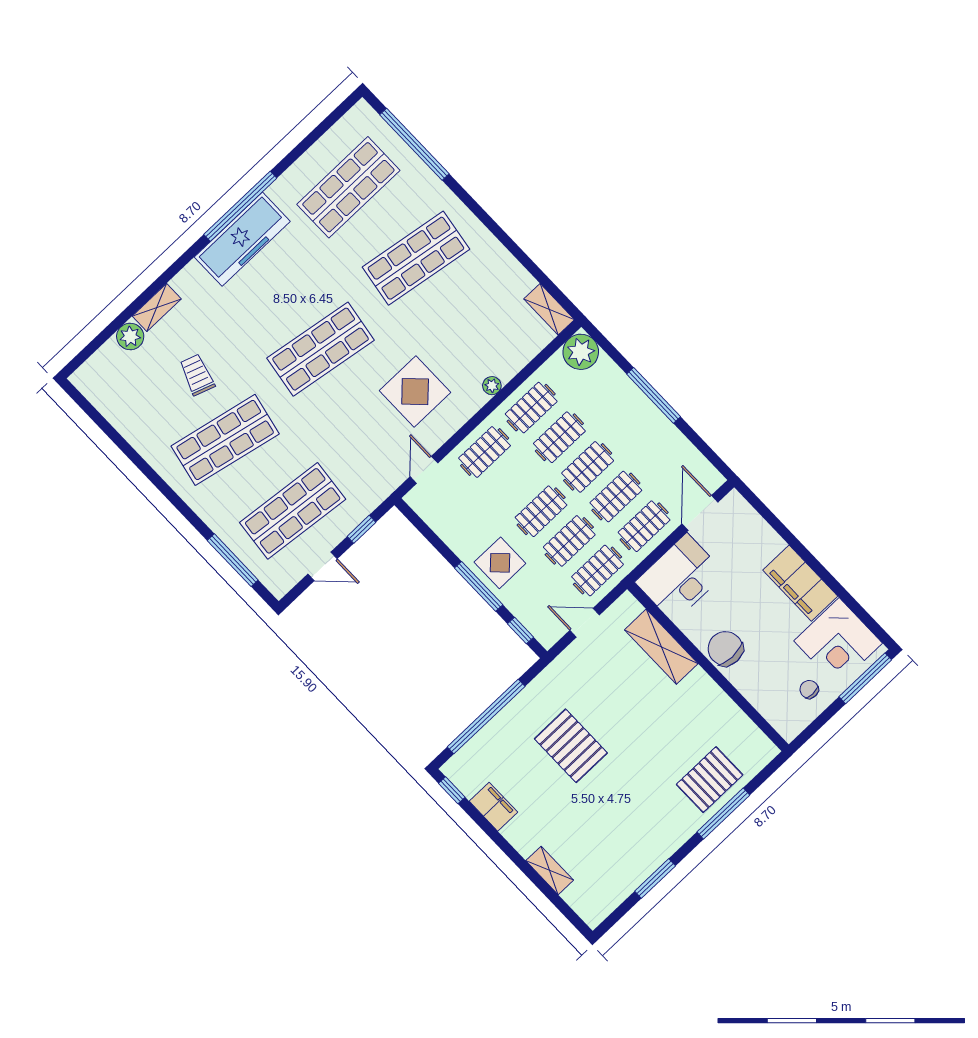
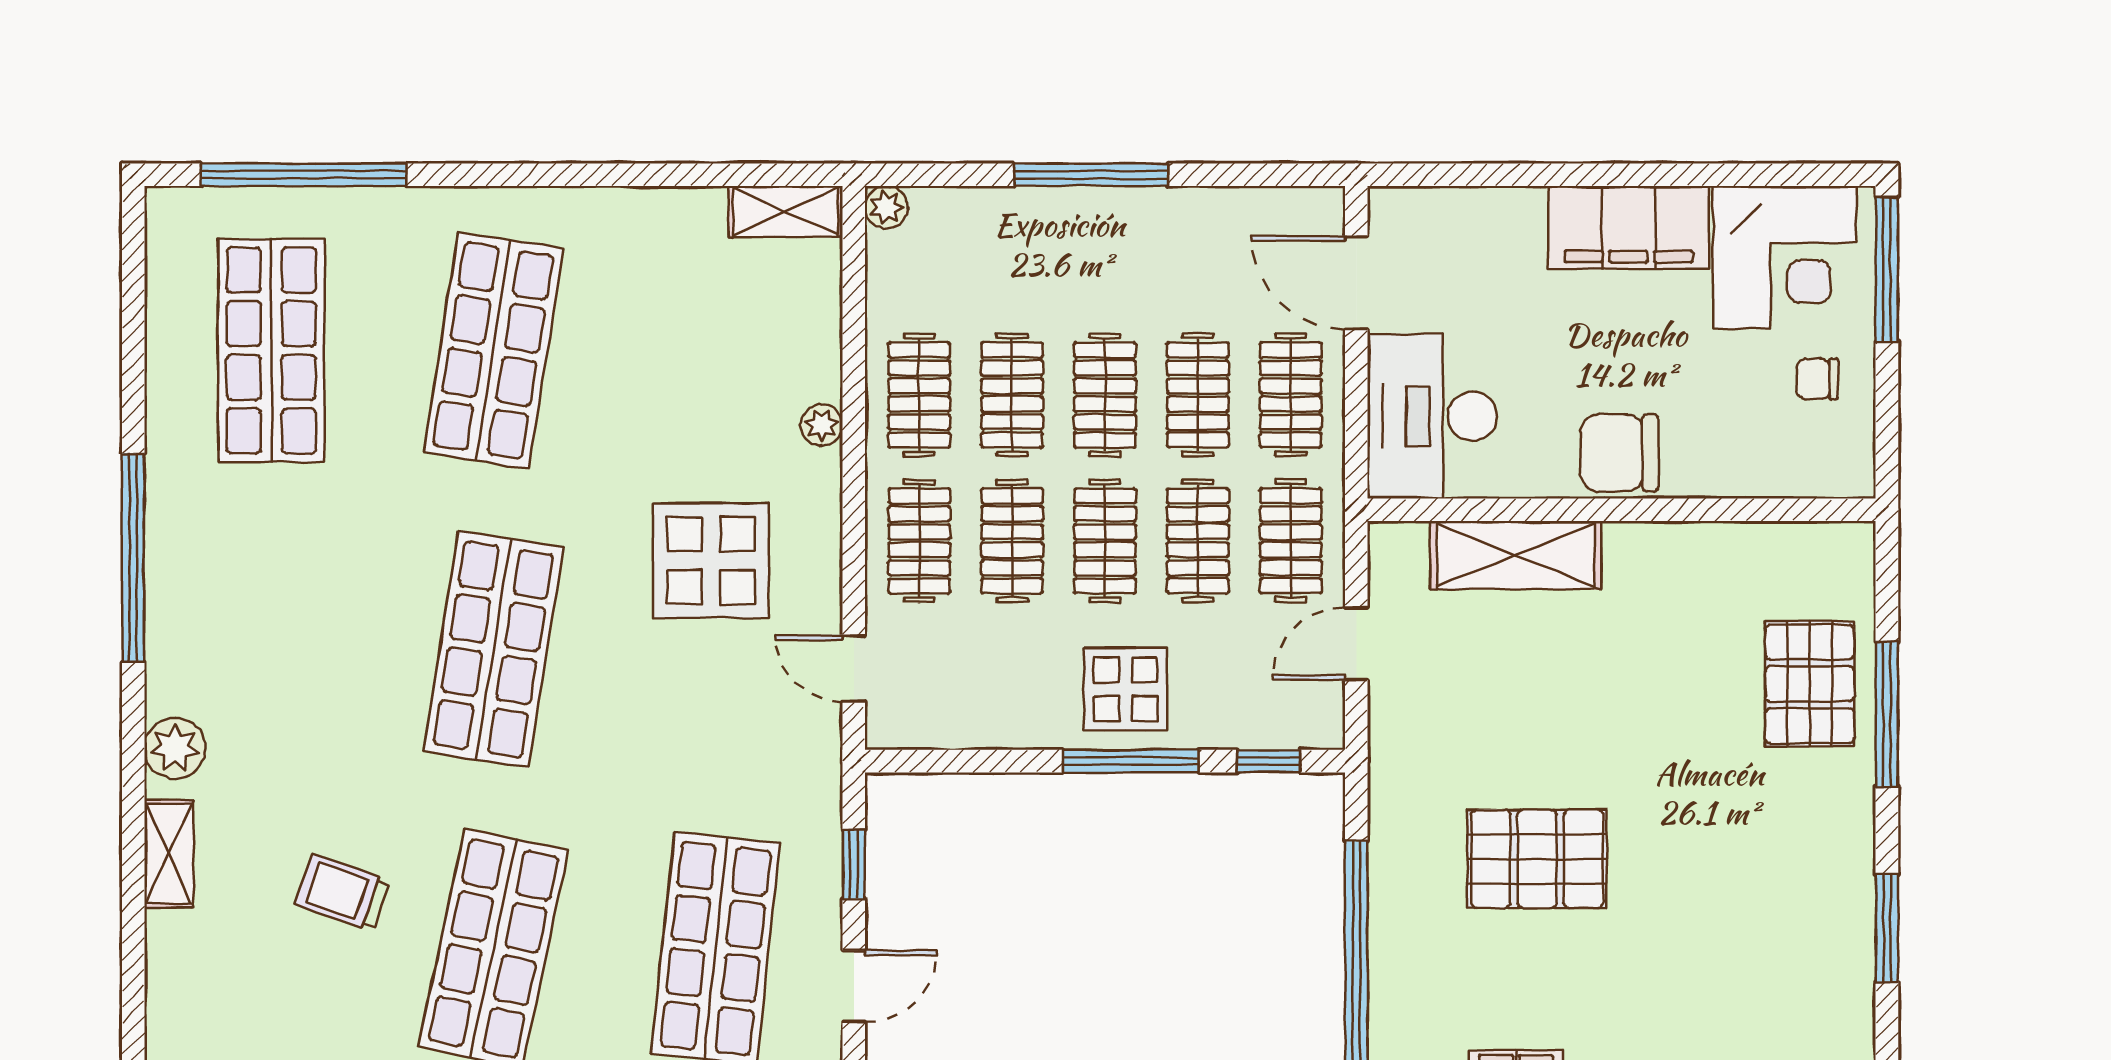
freezer: (242, 239) -> (190, 606), removed
plant: (130, 336) -> (175, 748), moved
plant: (581, 352) -> (886, 207), width x0.53, depth x0.53
clothes rail: (513, 482) -> (1012, 541), added

